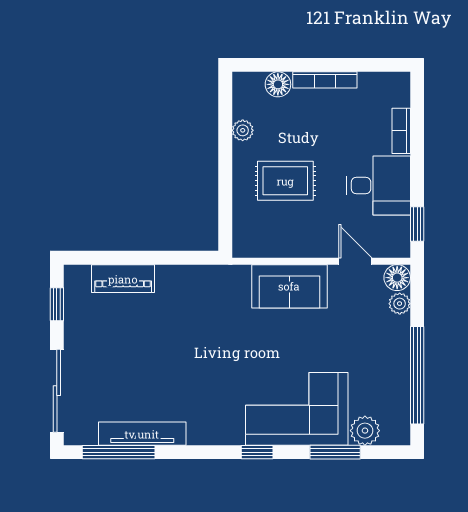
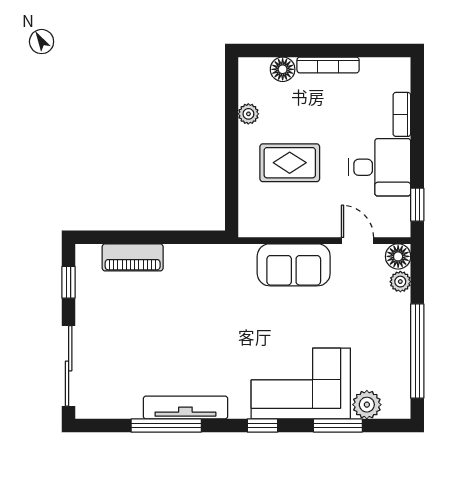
tv unit: (142, 434) -> (185, 407), moved
window: (119, 452) -> (166, 426), moved

